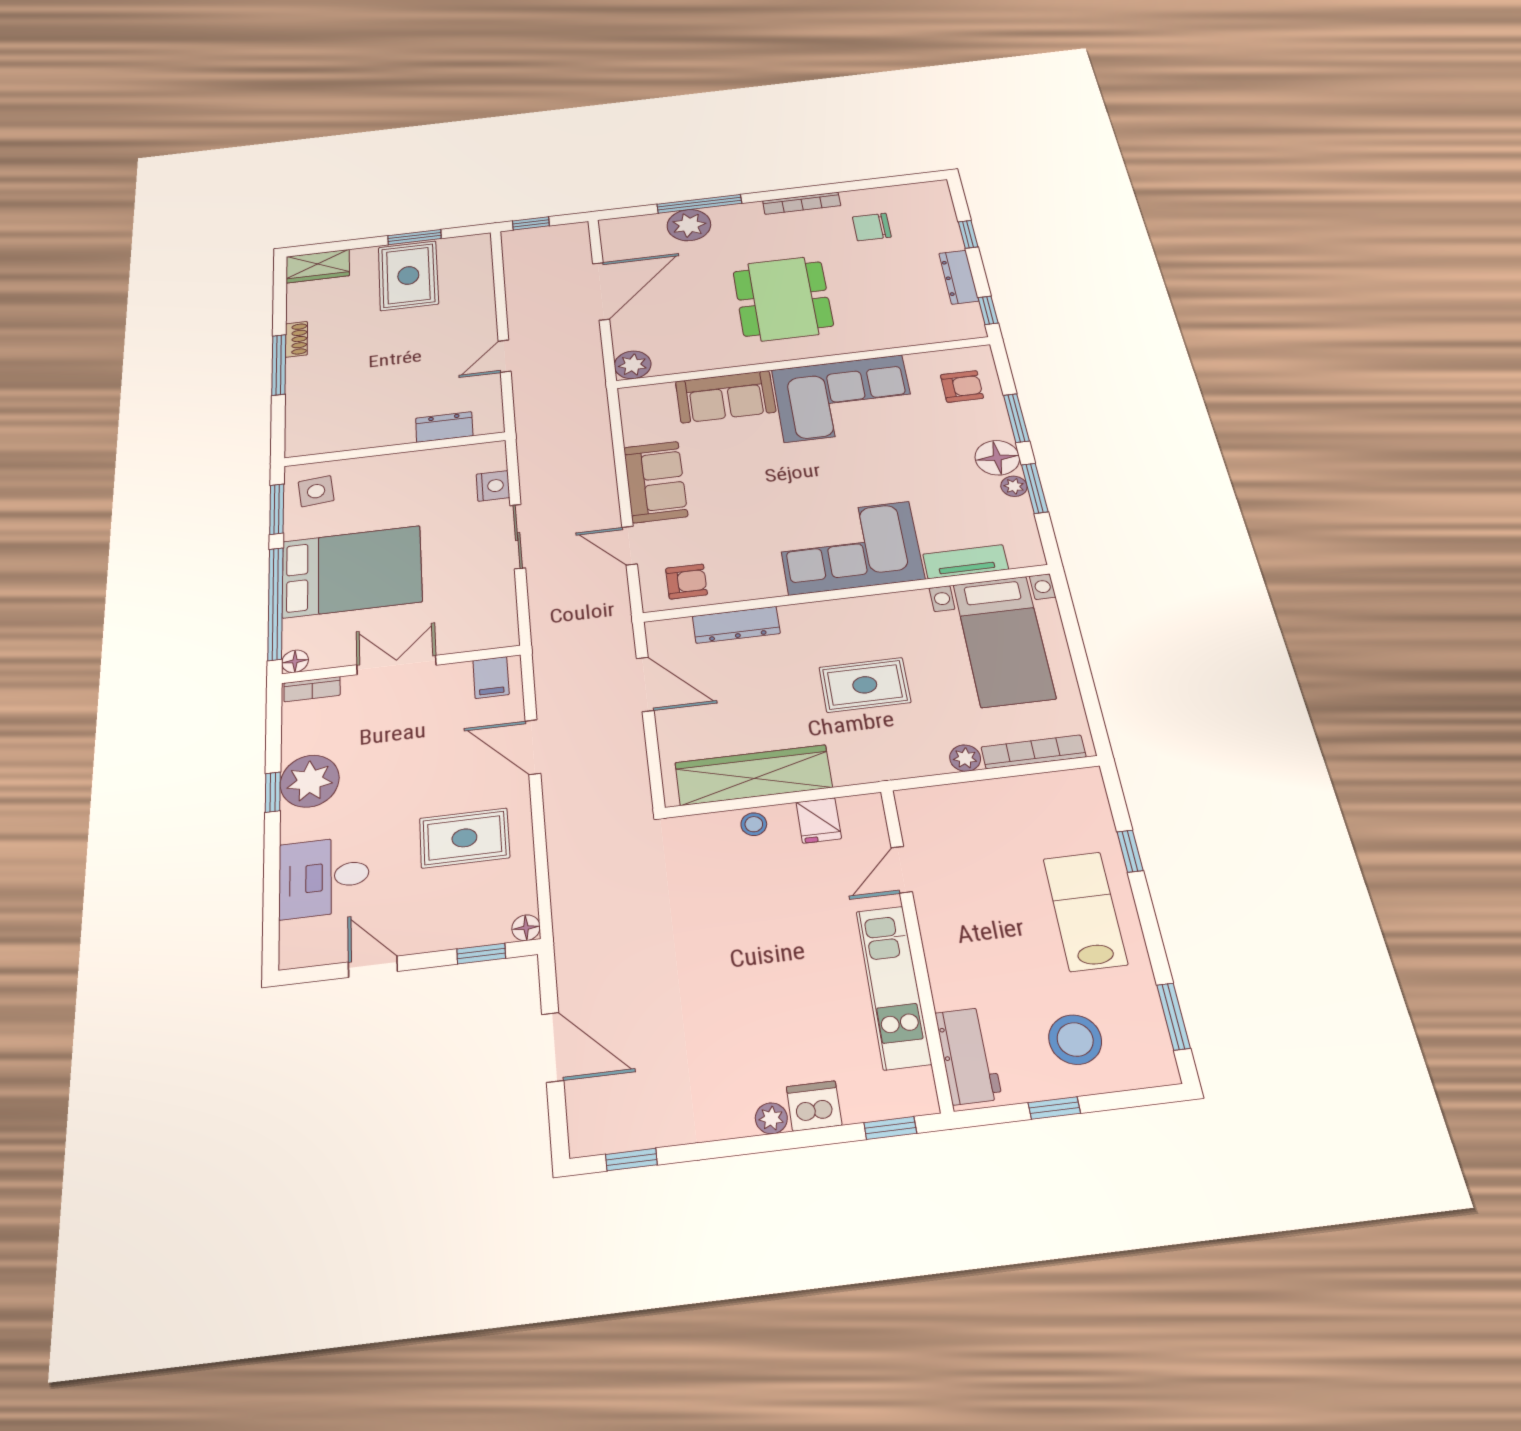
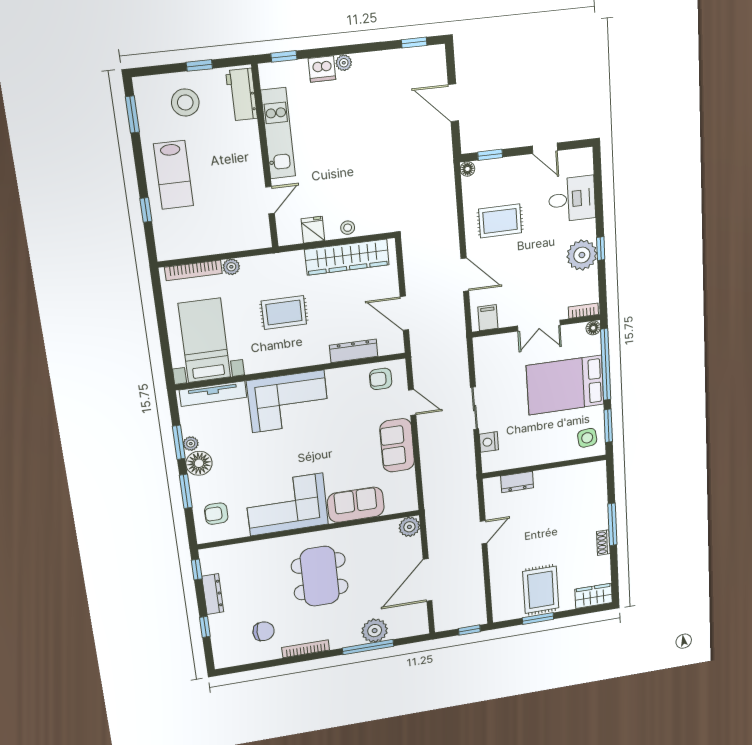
tv unit: (966, 562) -> (213, 394), width x1.41

